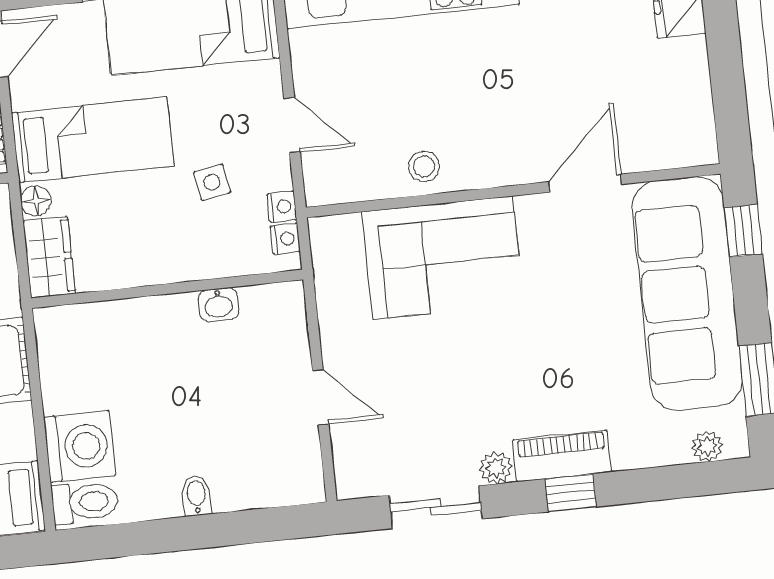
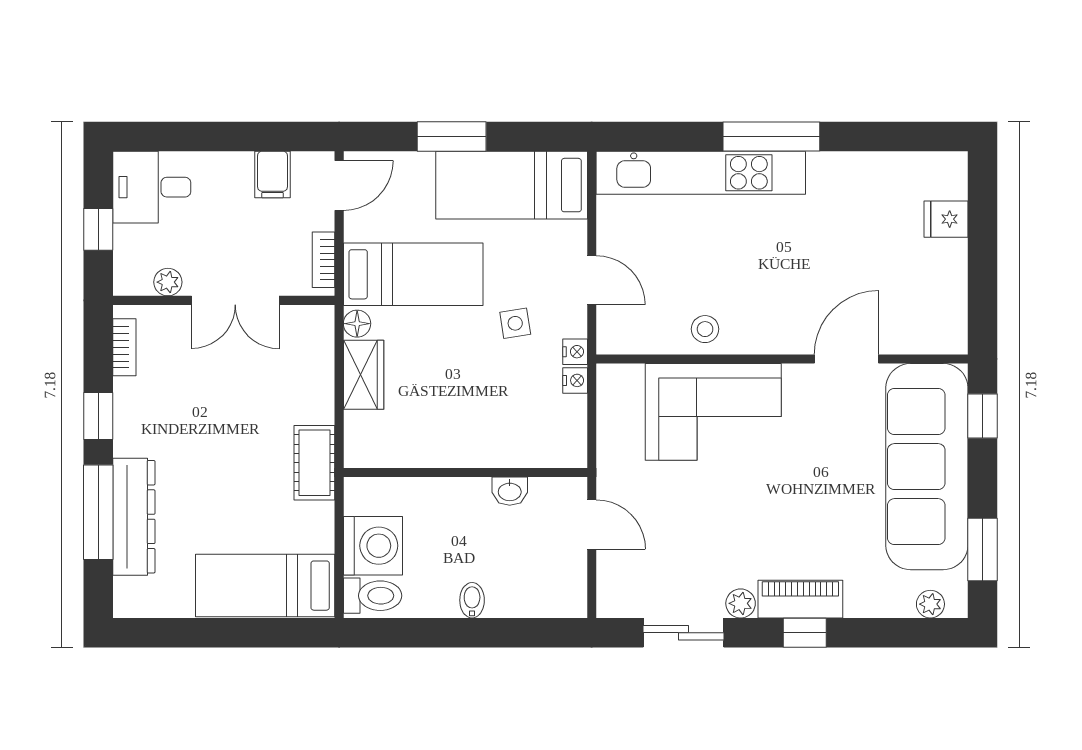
wall: (167, 289) -> (465, 472), moved
washbasin: (219, 304) -> (510, 491), moved

